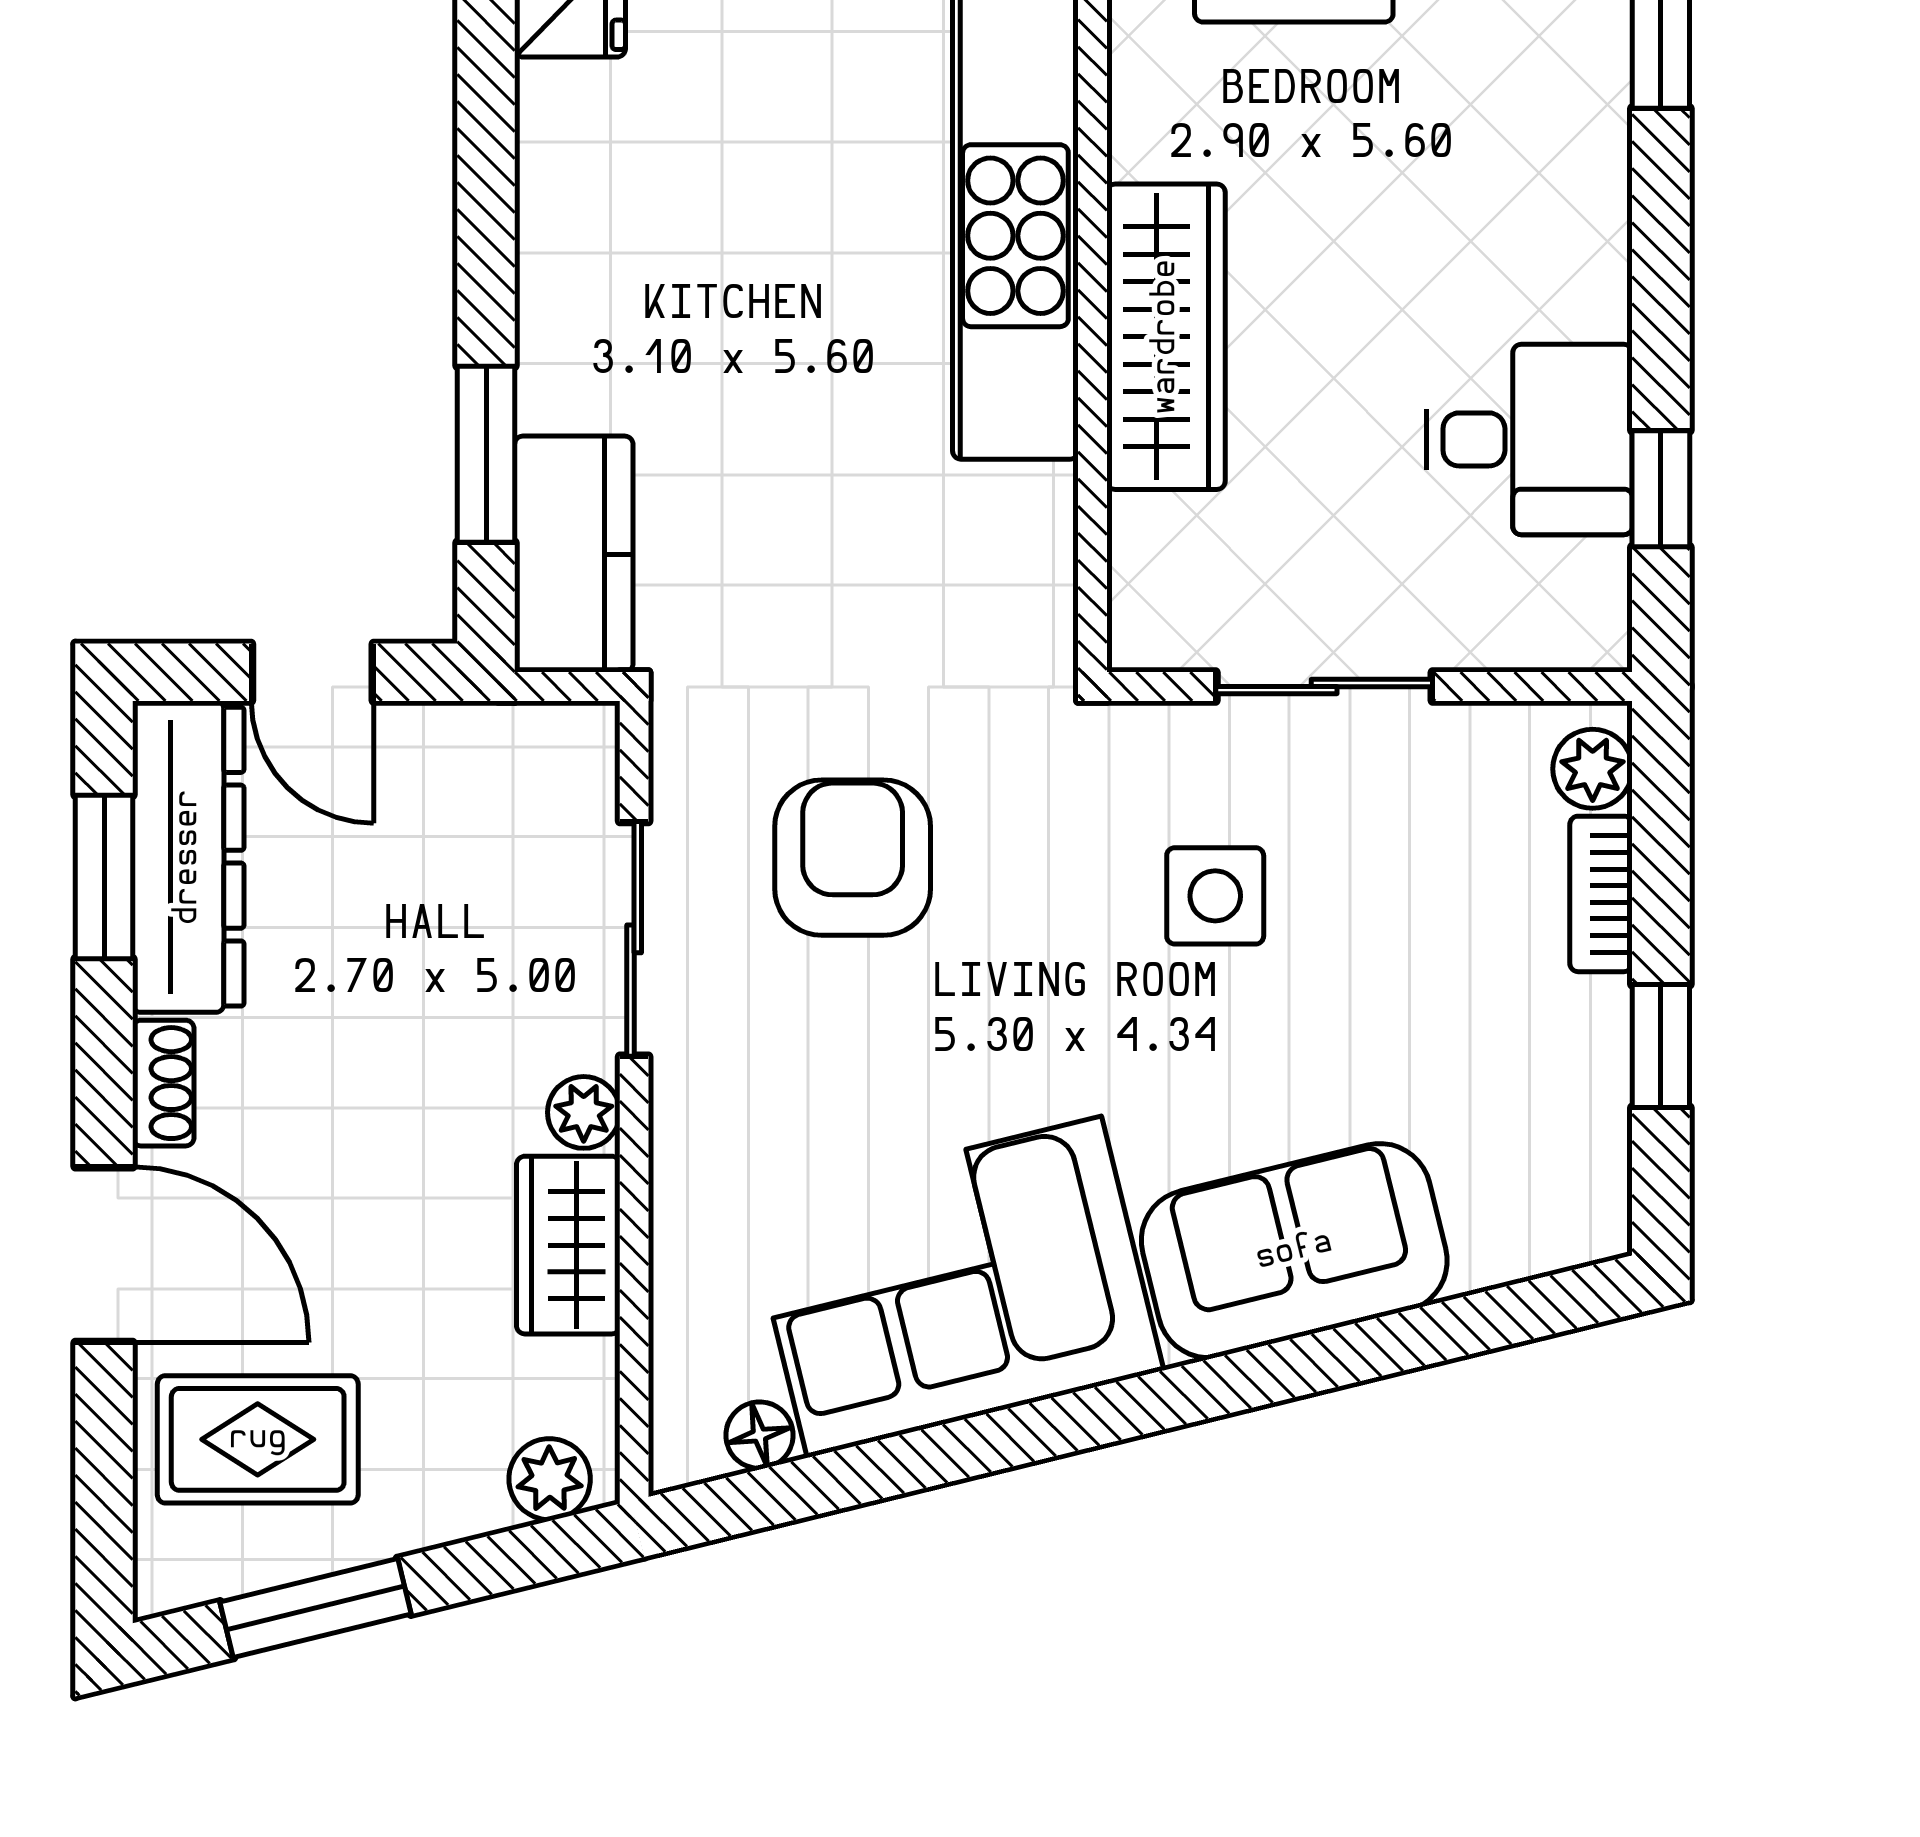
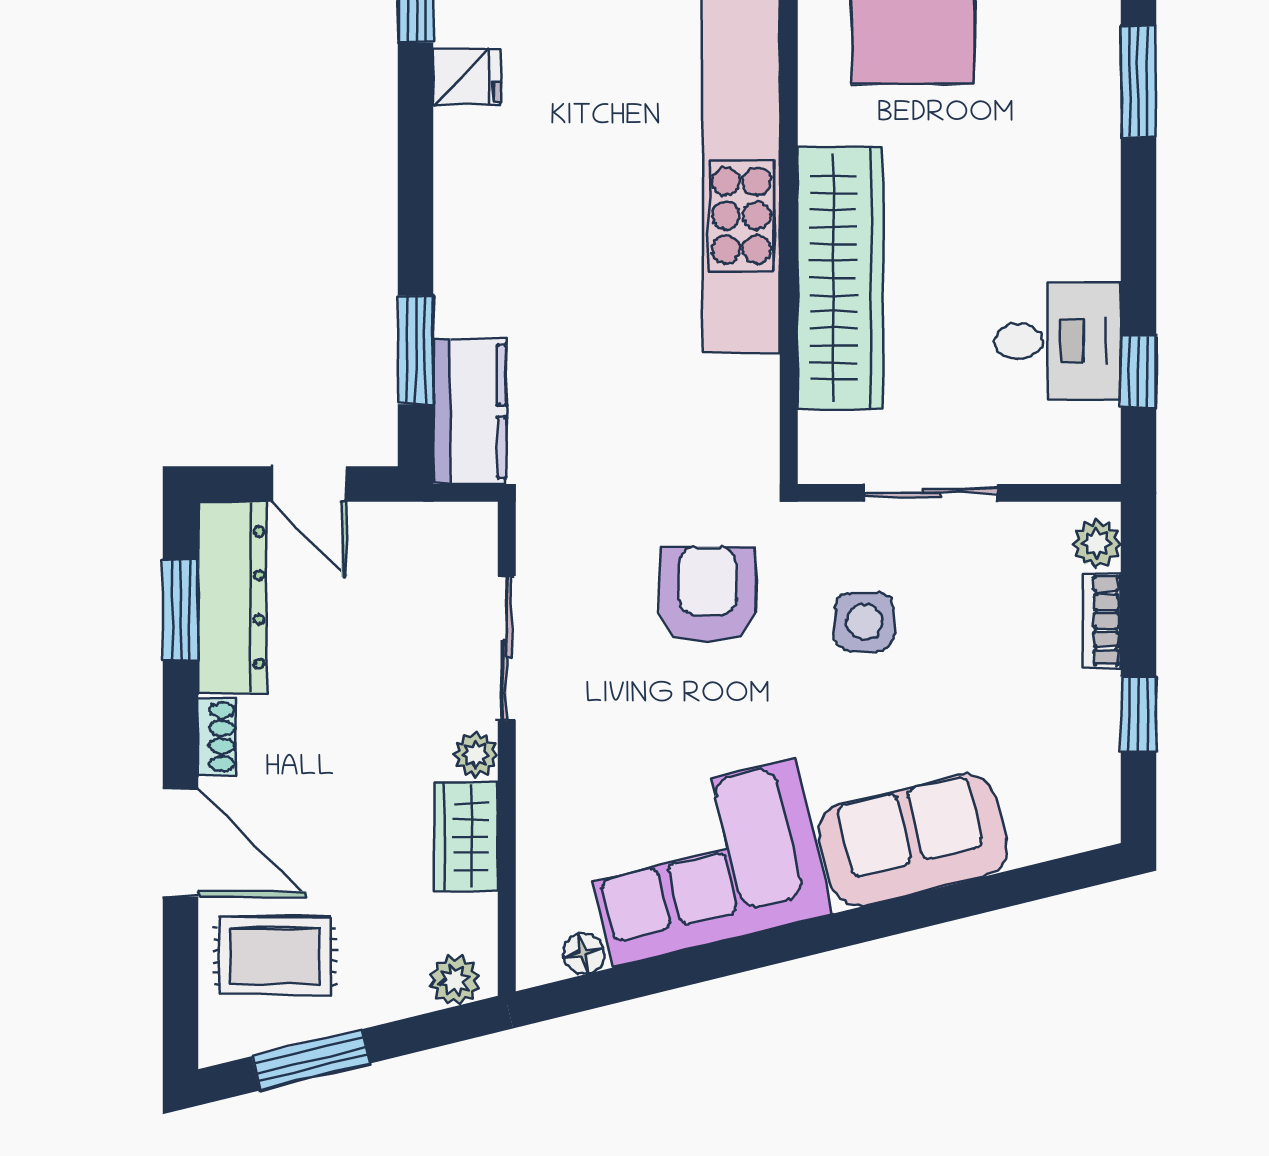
wardrobe: (1166, 337) -> (840, 278), width x1.40, depth x1.17
armchair: (853, 858) -> (707, 594), moved

